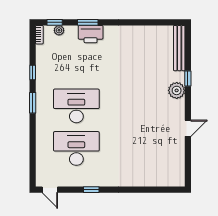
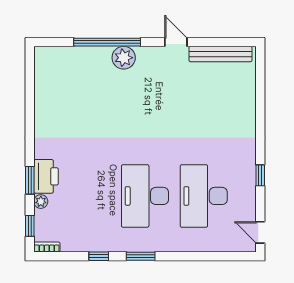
plant: (59, 30) -> (41, 202), moved
bench: (179, 48) -> (220, 54), moved
window: (188, 79) -> (107, 42), width x3.17
door: (50, 190) -> (260, 232), swing flipped

